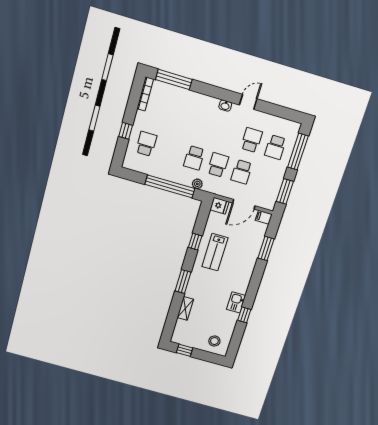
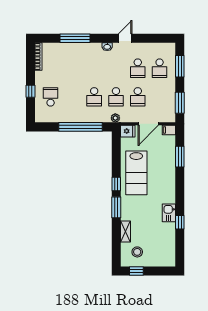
window: (174, 79) -> (75, 38), moved
school desk: (252, 140) -> (138, 68), turned 180
window: (298, 152) -> (180, 66), width x0.69
school desk: (218, 165) -> (116, 97), turned 180
plant: (197, 184) -> (115, 118), moved
window: (195, 242) -> (116, 184), moved
lab bench: (215, 252) -> (136, 173), width x1.36, depth x1.39
stool: (214, 341) -> (137, 252), moved

